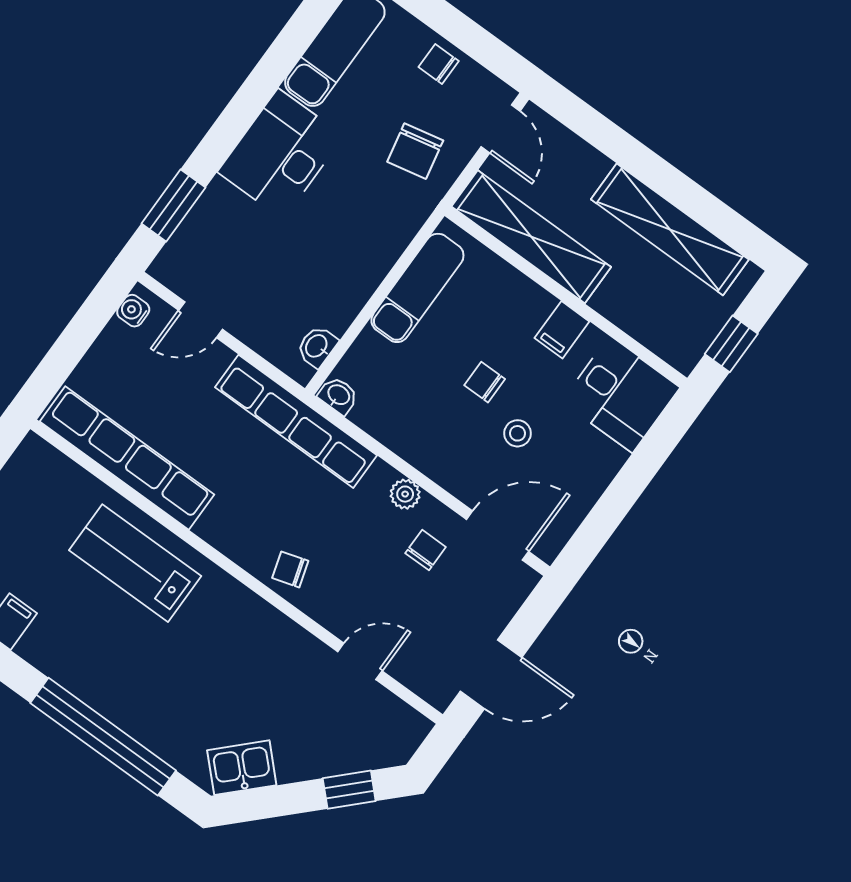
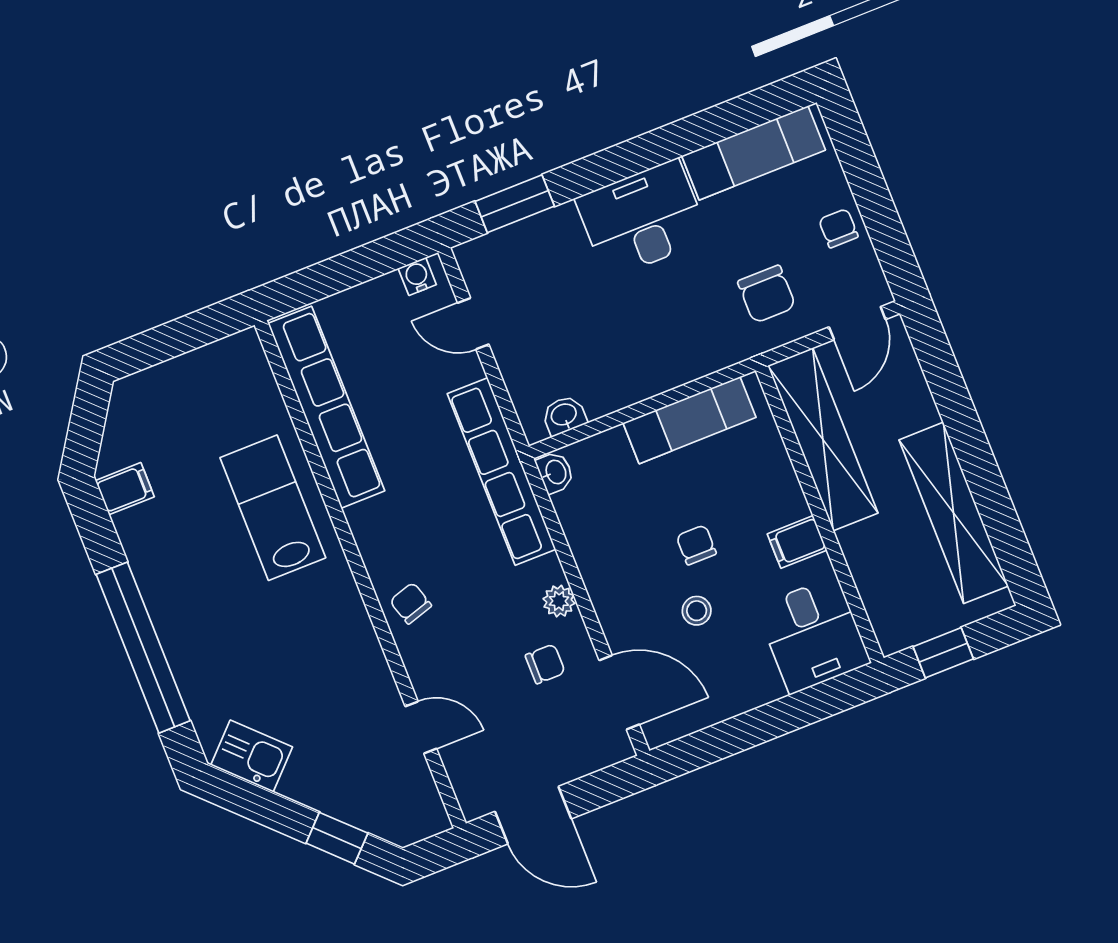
chair: (415, 151) -> (767, 294), turned -78

